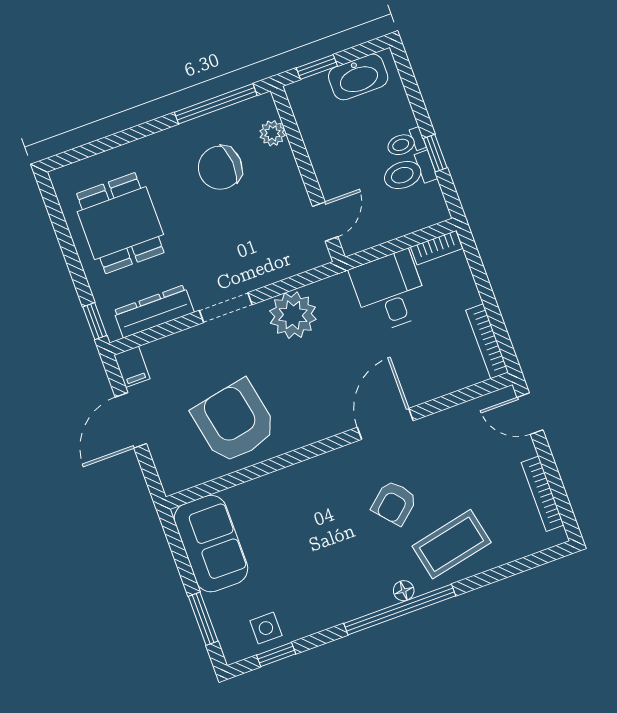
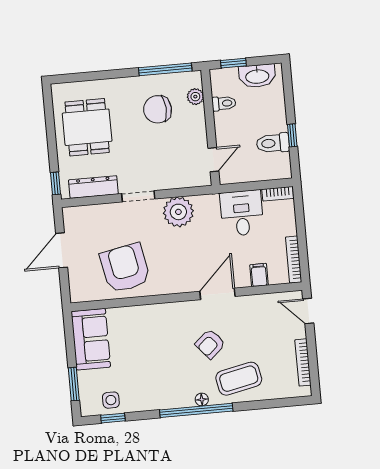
toilet: (406, 143) -> (224, 103), moved, turned 180
filing cabinet: (132, 367) -> (259, 275), moved, turned 180

